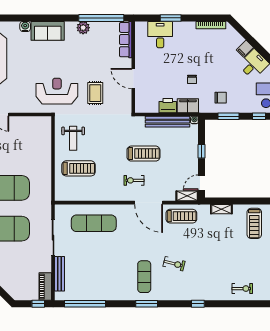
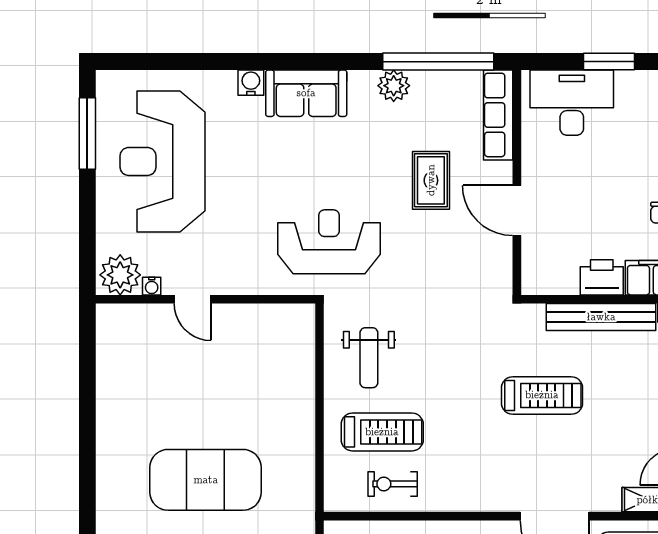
desk: (160, 35) -> (572, 103), width x1.37
rug: (95, 93) -> (431, 180), moved
exercise bike: (134, 180) -> (393, 484), moved

